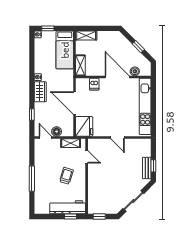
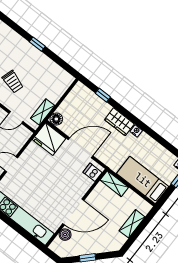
shelving: (86, 36) -> (132, 224), moved
dishwasher: (94, 84) -> (92, 172), moved
floor lamp: (57, 132) -> (56, 119), moved
door: (45, 138) -> (69, 91), removed
window: (32, 179) -> (37, 44), width x0.46

